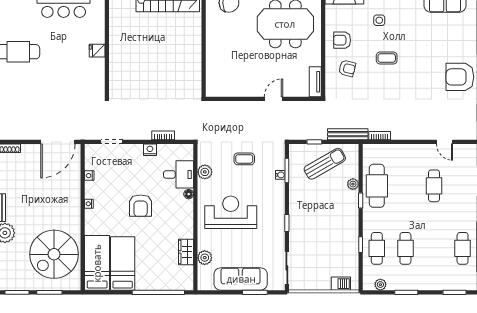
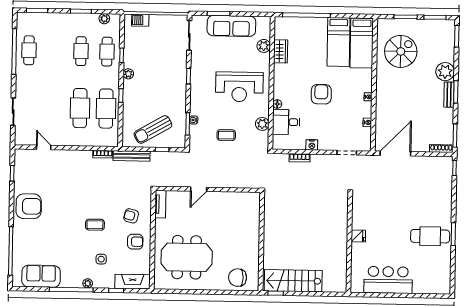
plant: (353, 184) -> (128, 74), moved
cafe table: (434, 186) -> (80, 108), moved, width x1.37, depth x1.35
spiral stairs: (54, 254) -> (401, 51), width x0.73, depth x0.73

